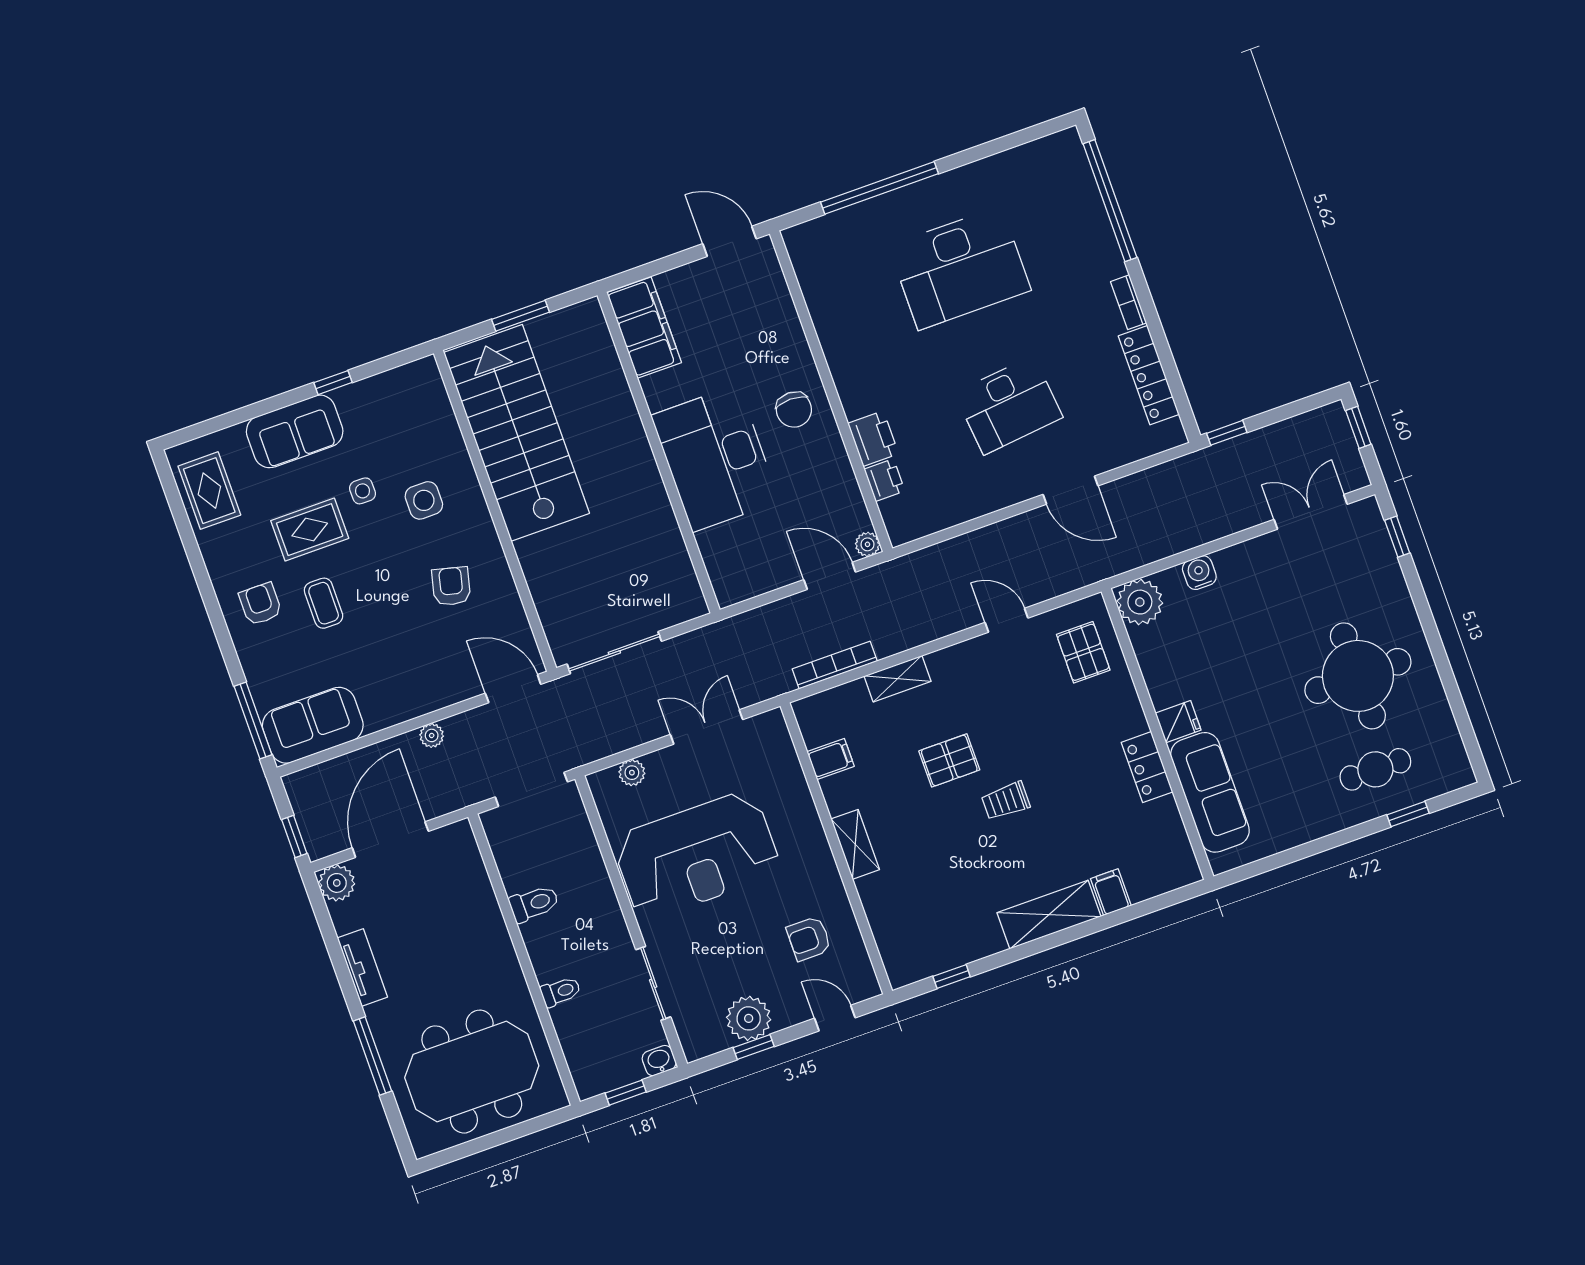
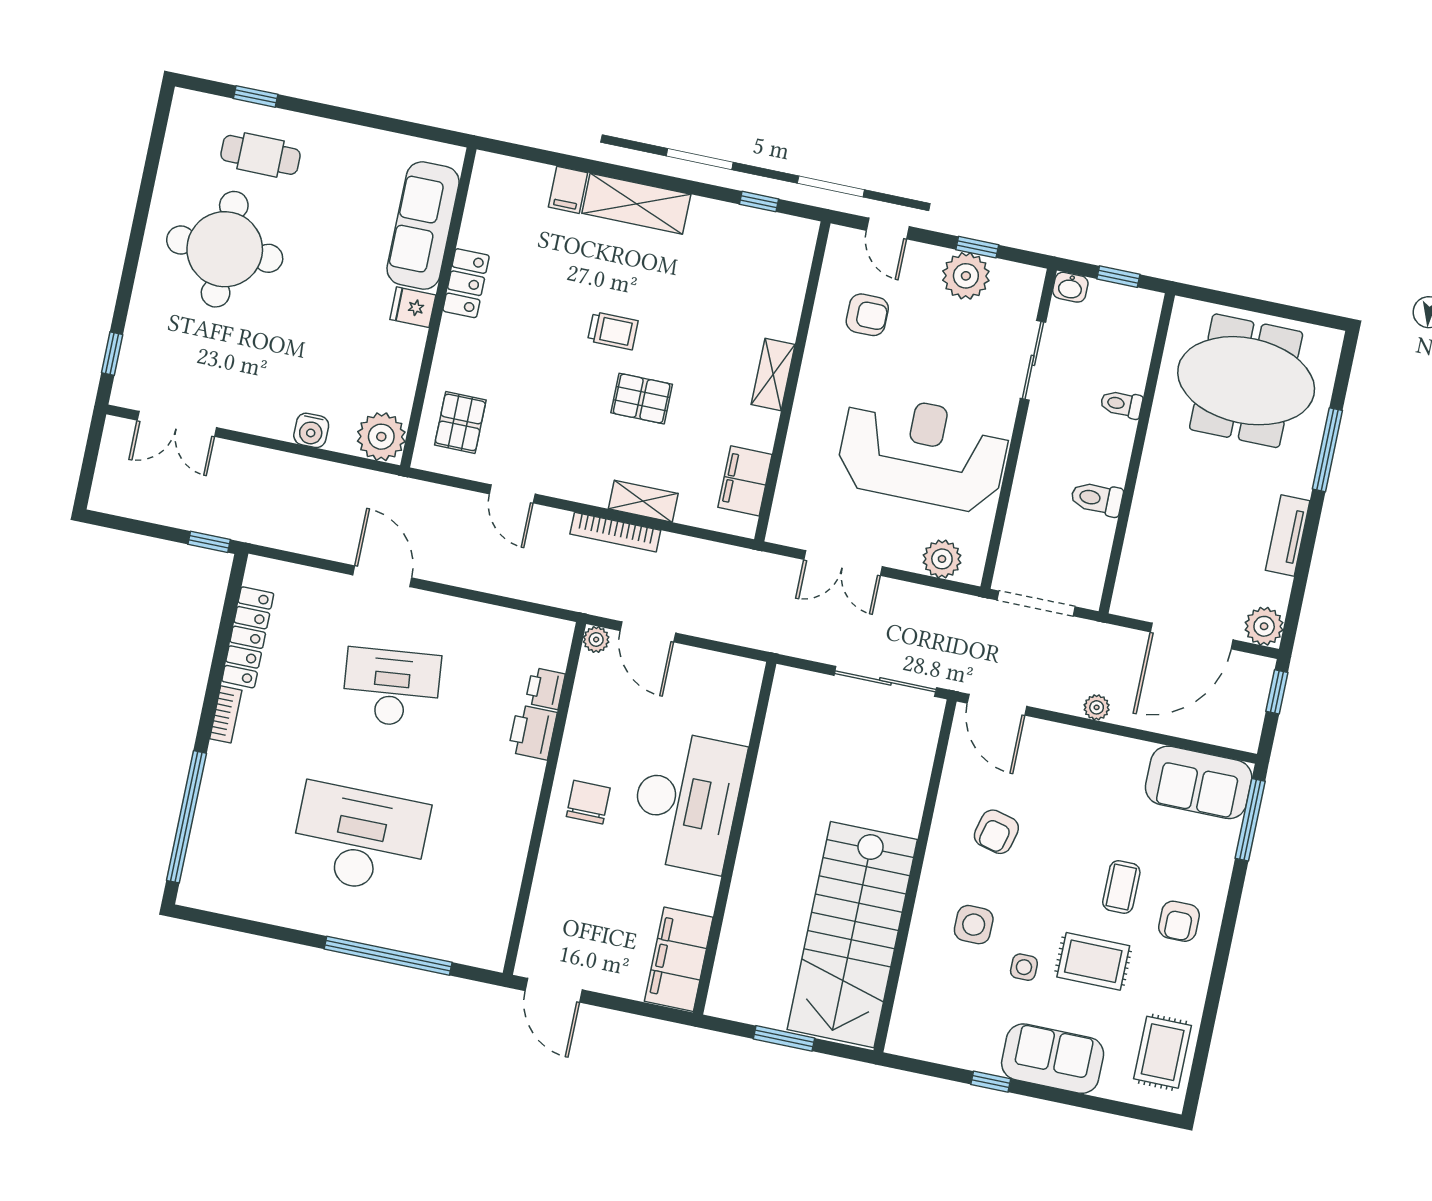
window: (1358, 427) -> (87, 474), removed
bookcase: (835, 665) -> (615, 532), moved
filing cabinet: (831, 759) -> (745, 481), width x2.00
plant: (632, 773) -> (942, 559), width x1.38, depth x1.38

